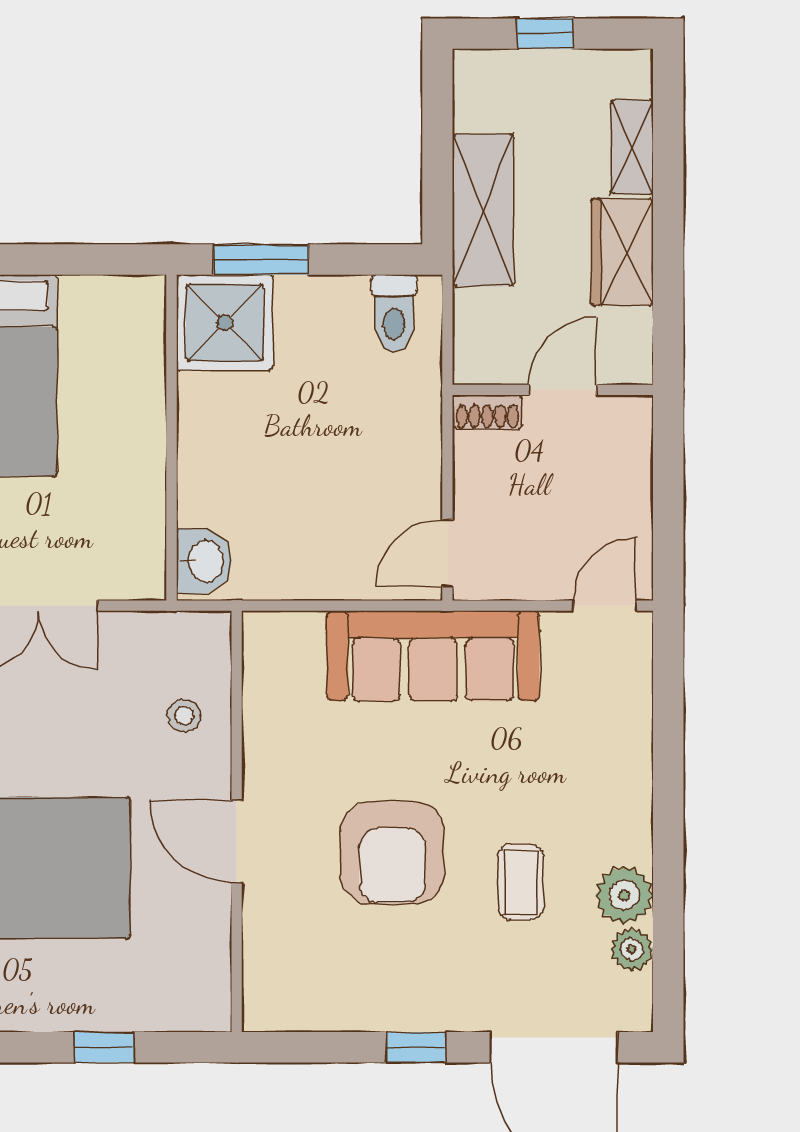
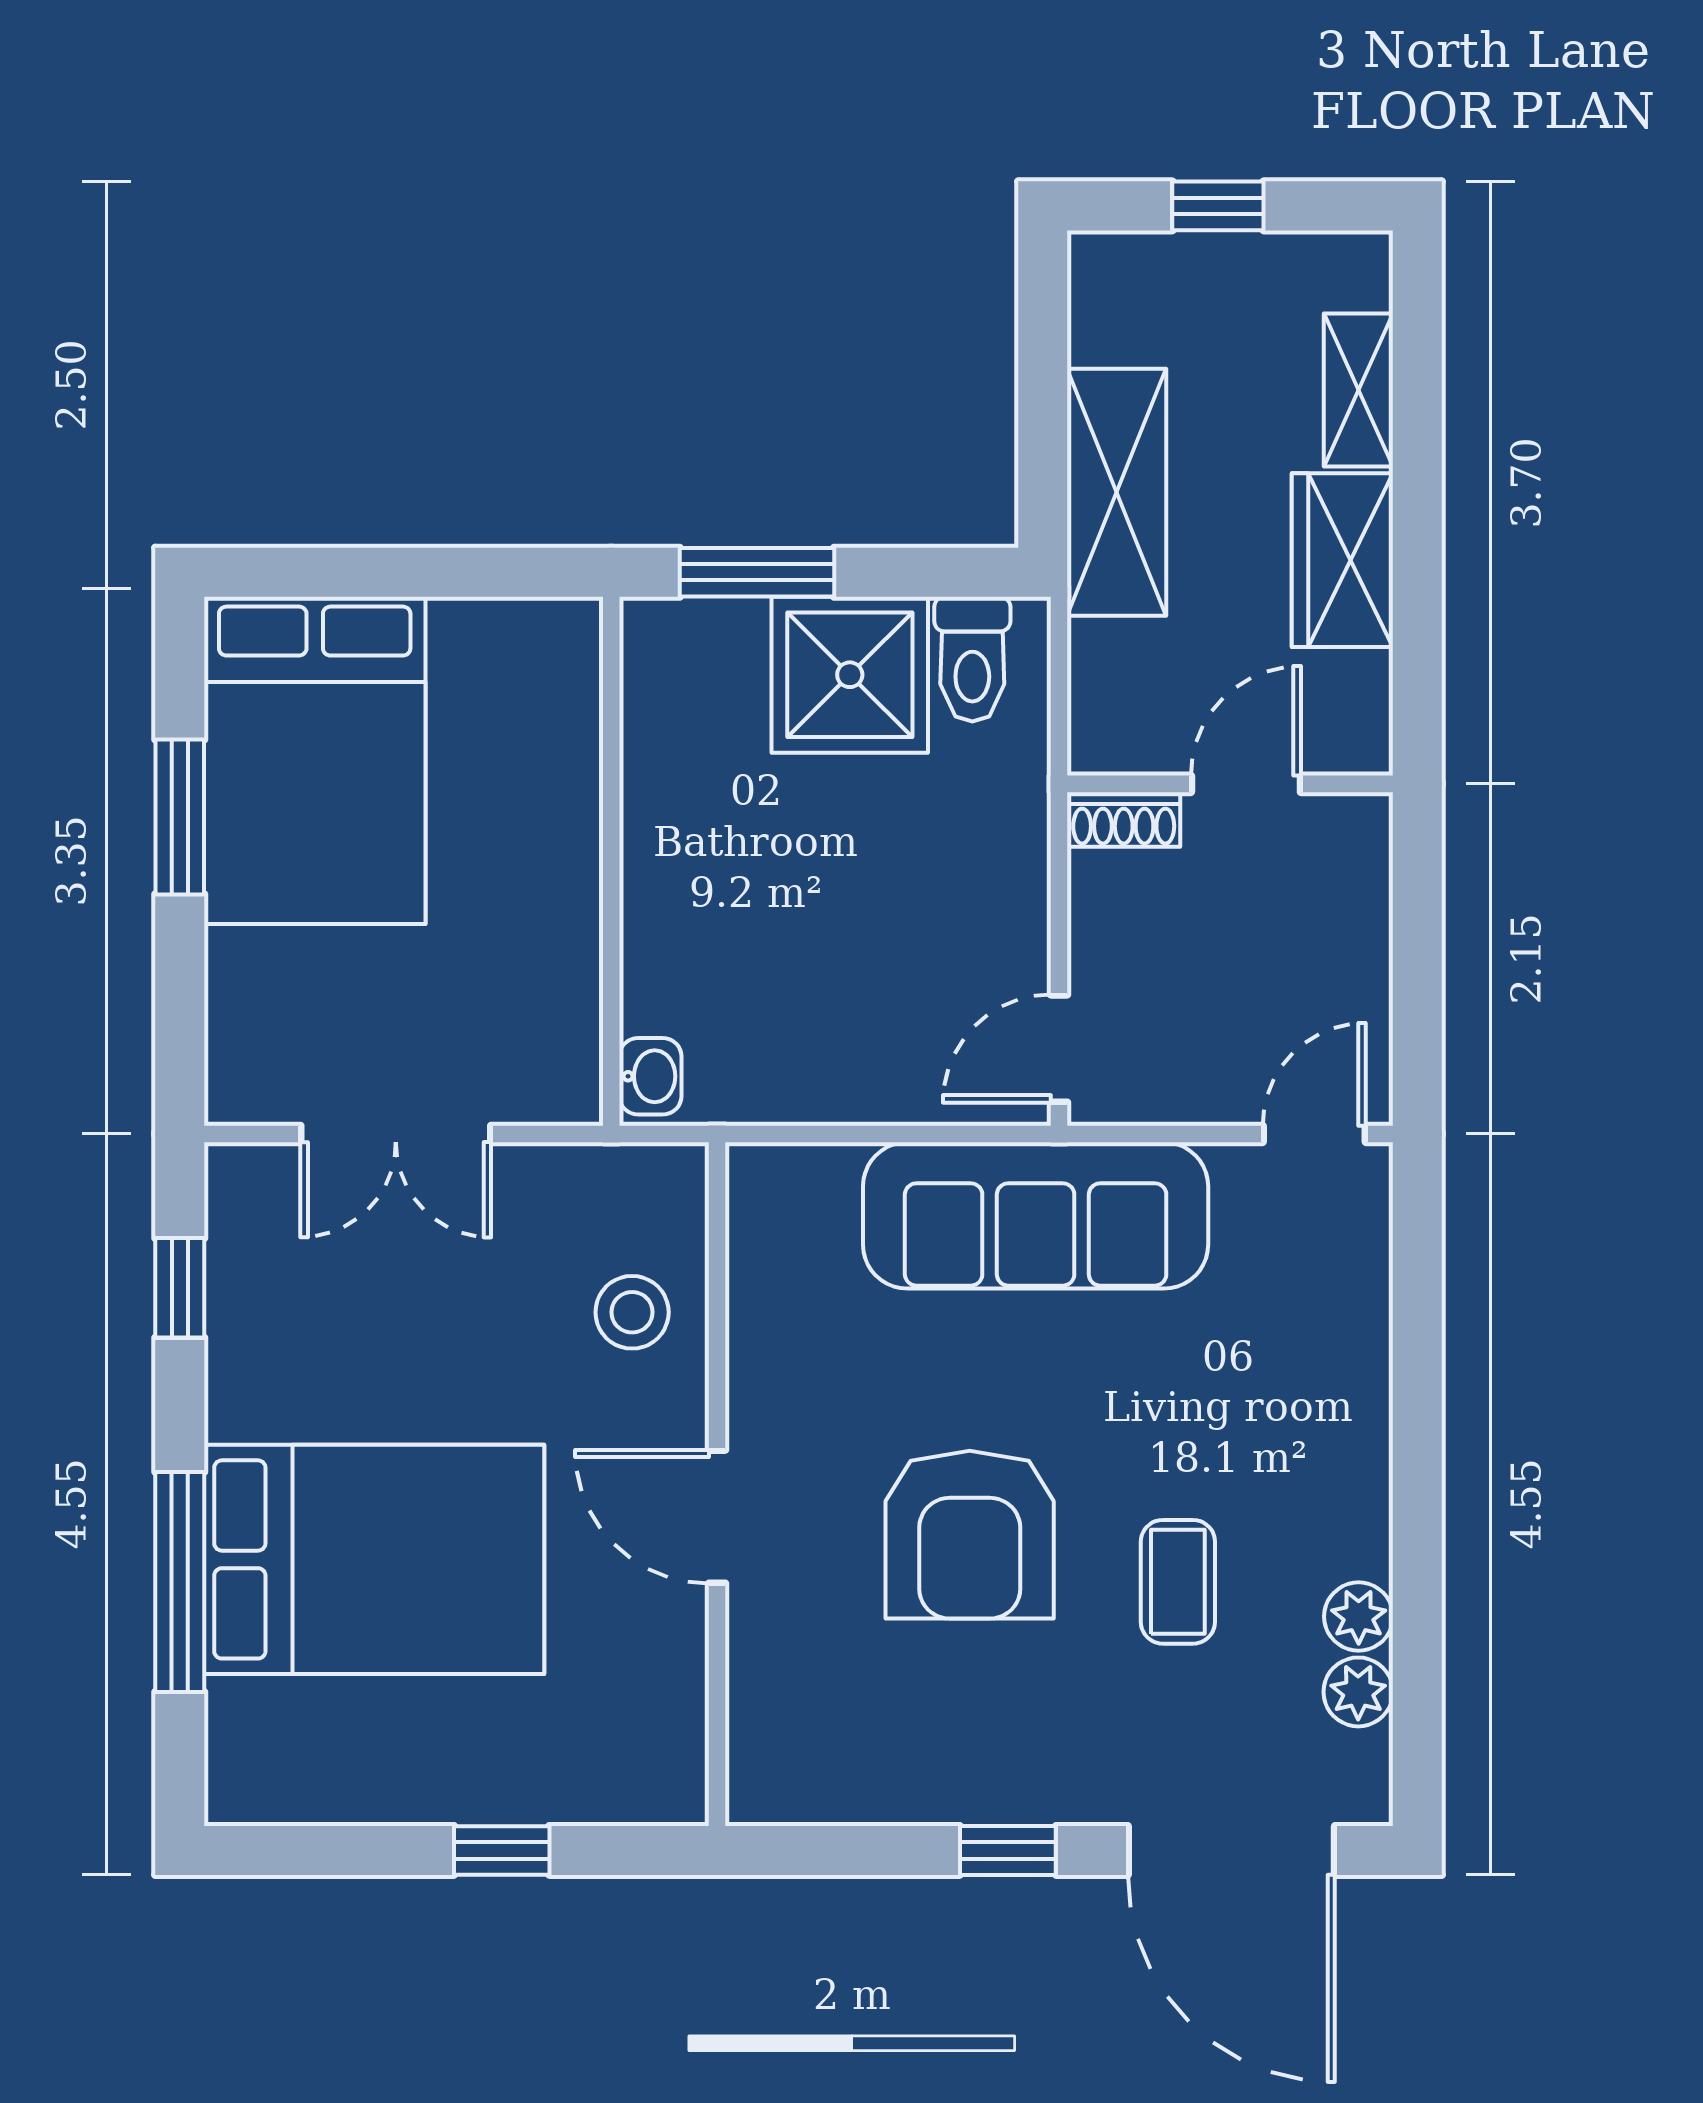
shower: (225, 323) -> (850, 675), moved
washbasin: (204, 561) -> (650, 1076), width x0.72, depth x0.69
stool: (184, 716) -> (632, 1312), width x1.37, depth x1.37
plant: (624, 895) -> (1359, 1617), width x0.73, depth x0.73

